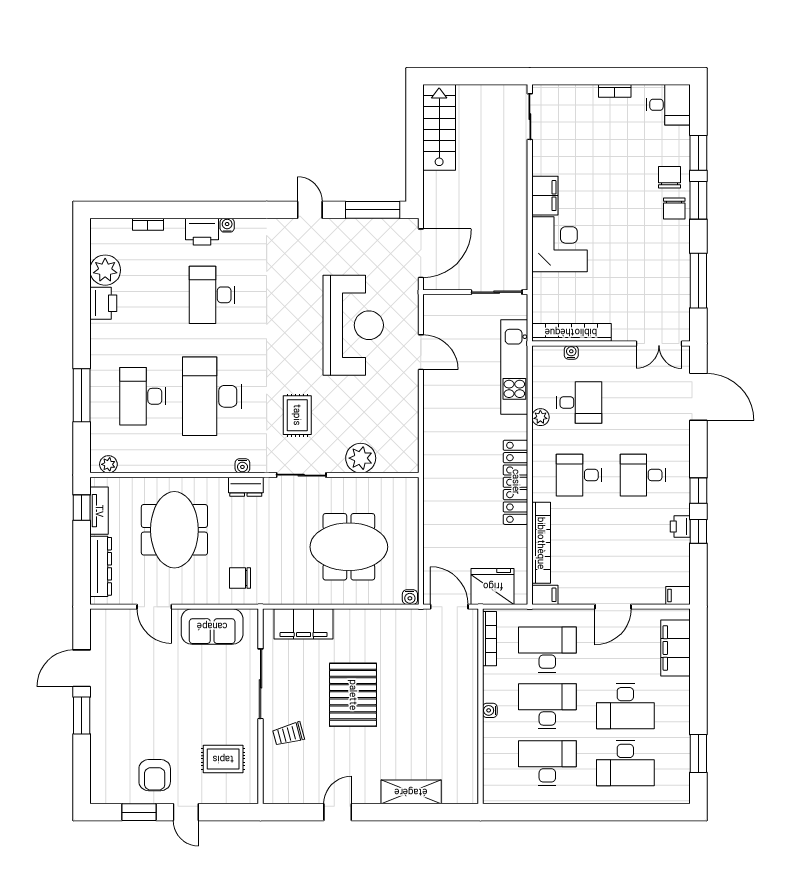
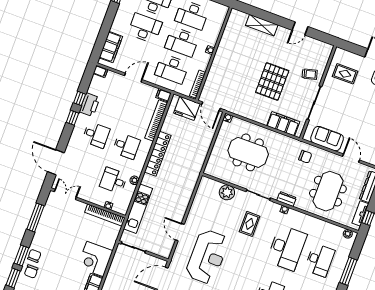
reception desk: (353, 325) -> (207, 257), turned 180
printer: (680, 526) -> (90, 105), width x1.87, depth x1.48

